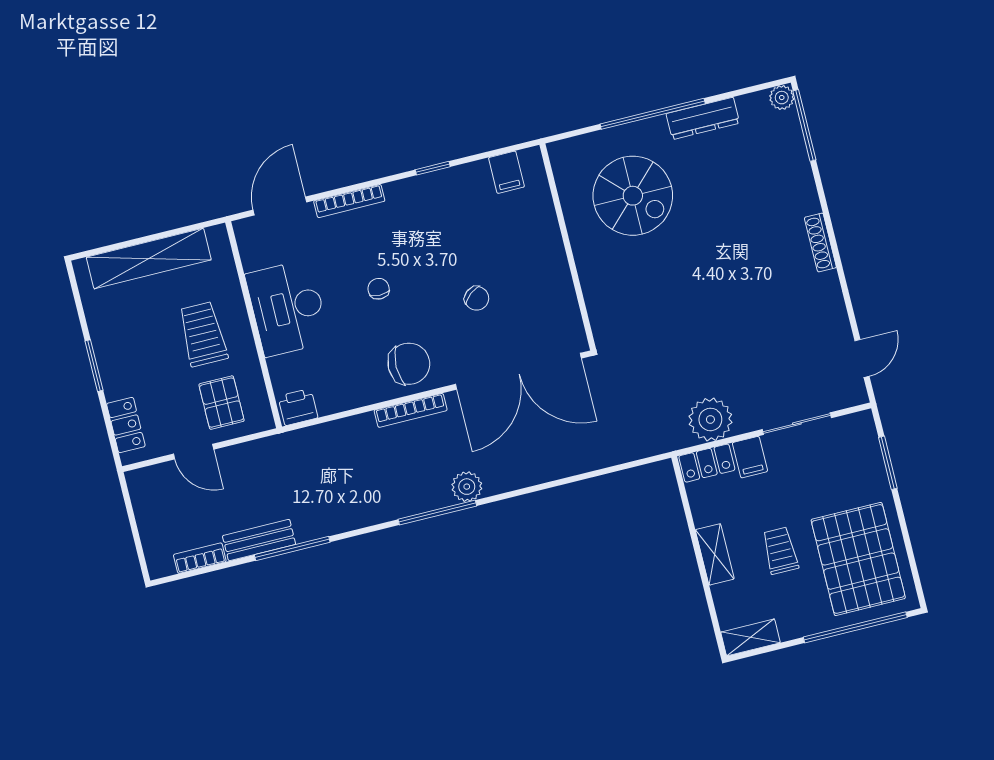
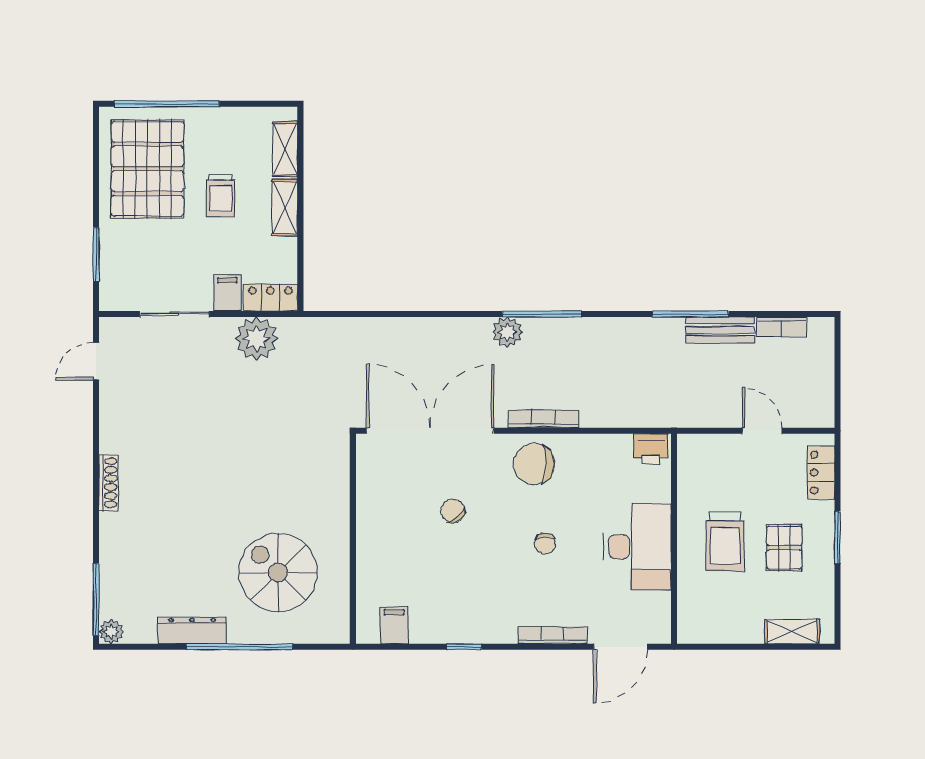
shelving: (149, 258) -> (792, 632), width x0.45, depth x0.75
pallet: (222, 403) -> (784, 548), moved
shelving: (751, 637) -> (285, 149), moved, turned 90

